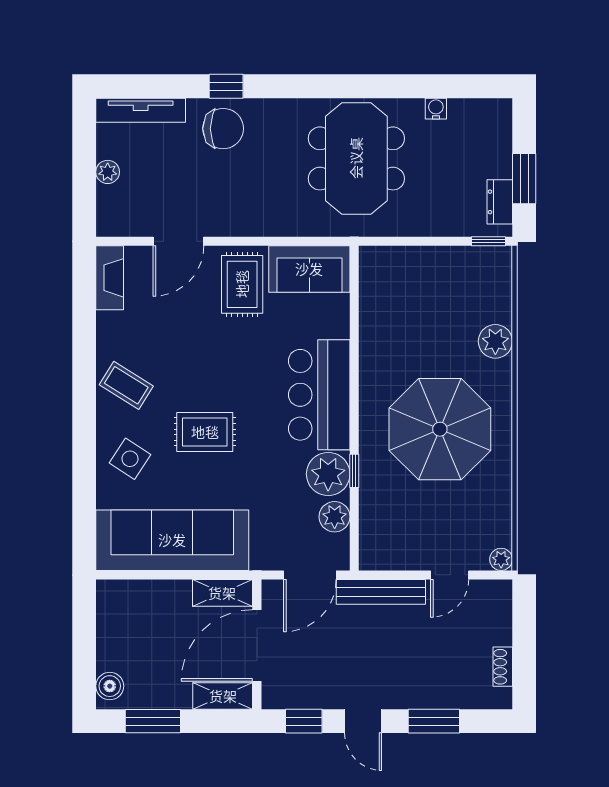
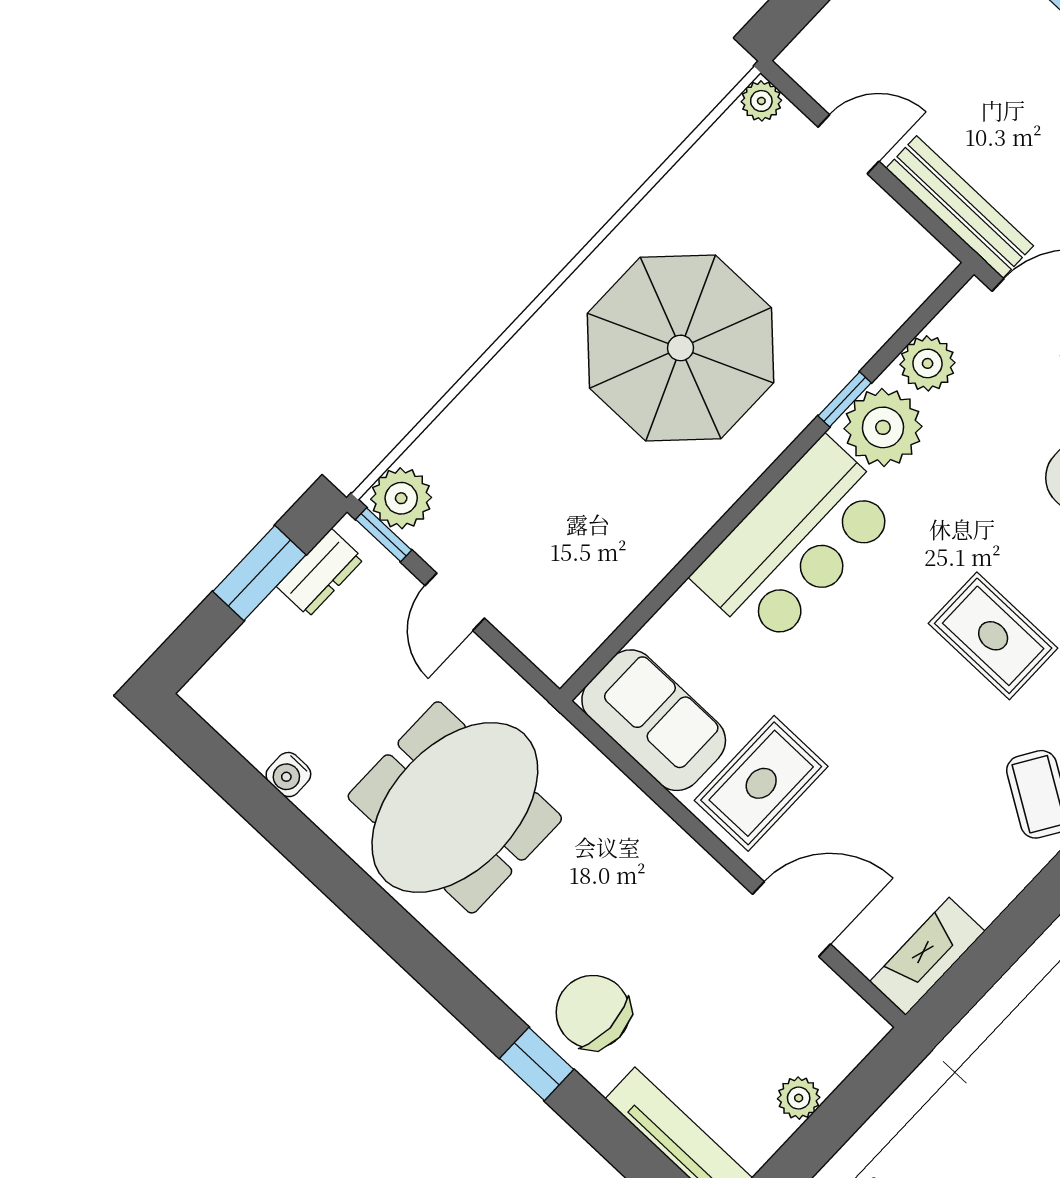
door: (434, 241) -> (455, 602), added
plant: (495, 341) -> (401, 498), moved

